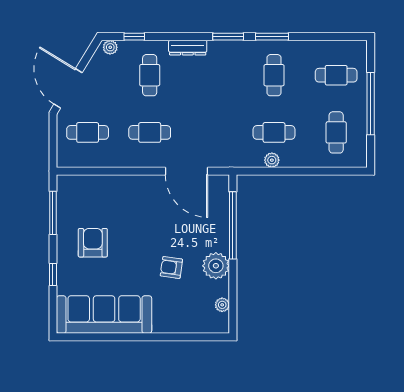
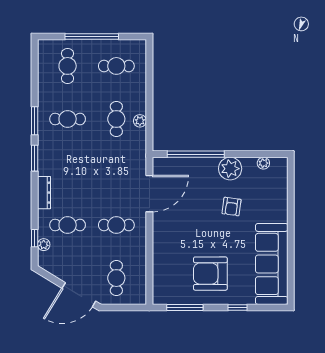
plant: (110, 47) -> (44, 245), moved
cafe table: (150, 132) -> (116, 225), turned 90
armchair: (93, 243) -> (210, 274), width x1.36, depth x1.36

